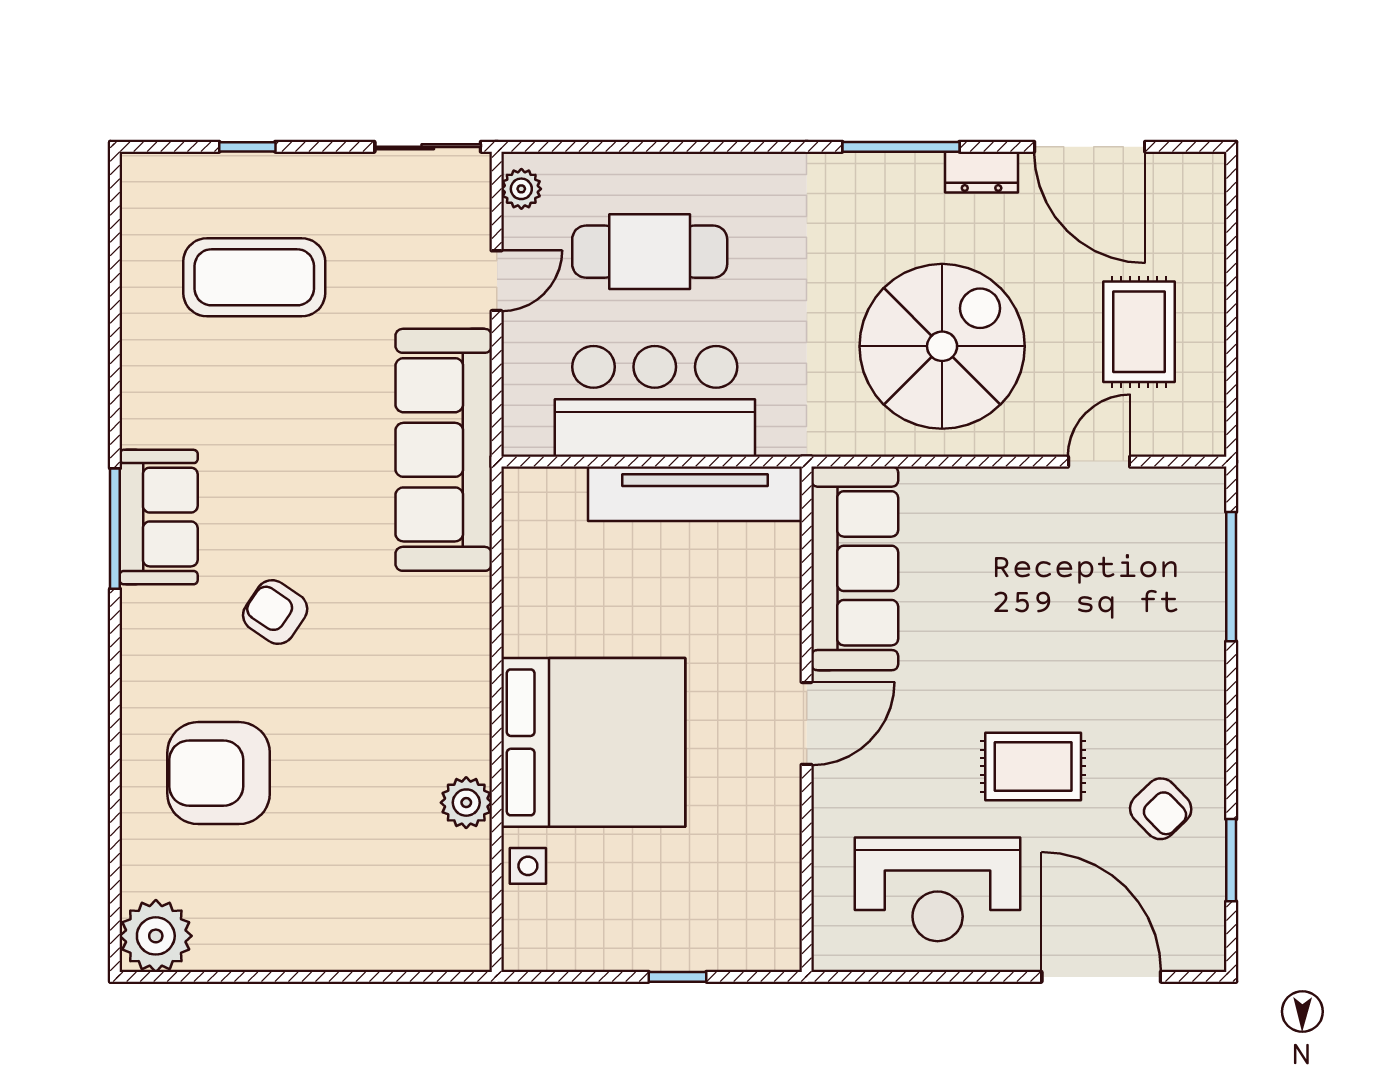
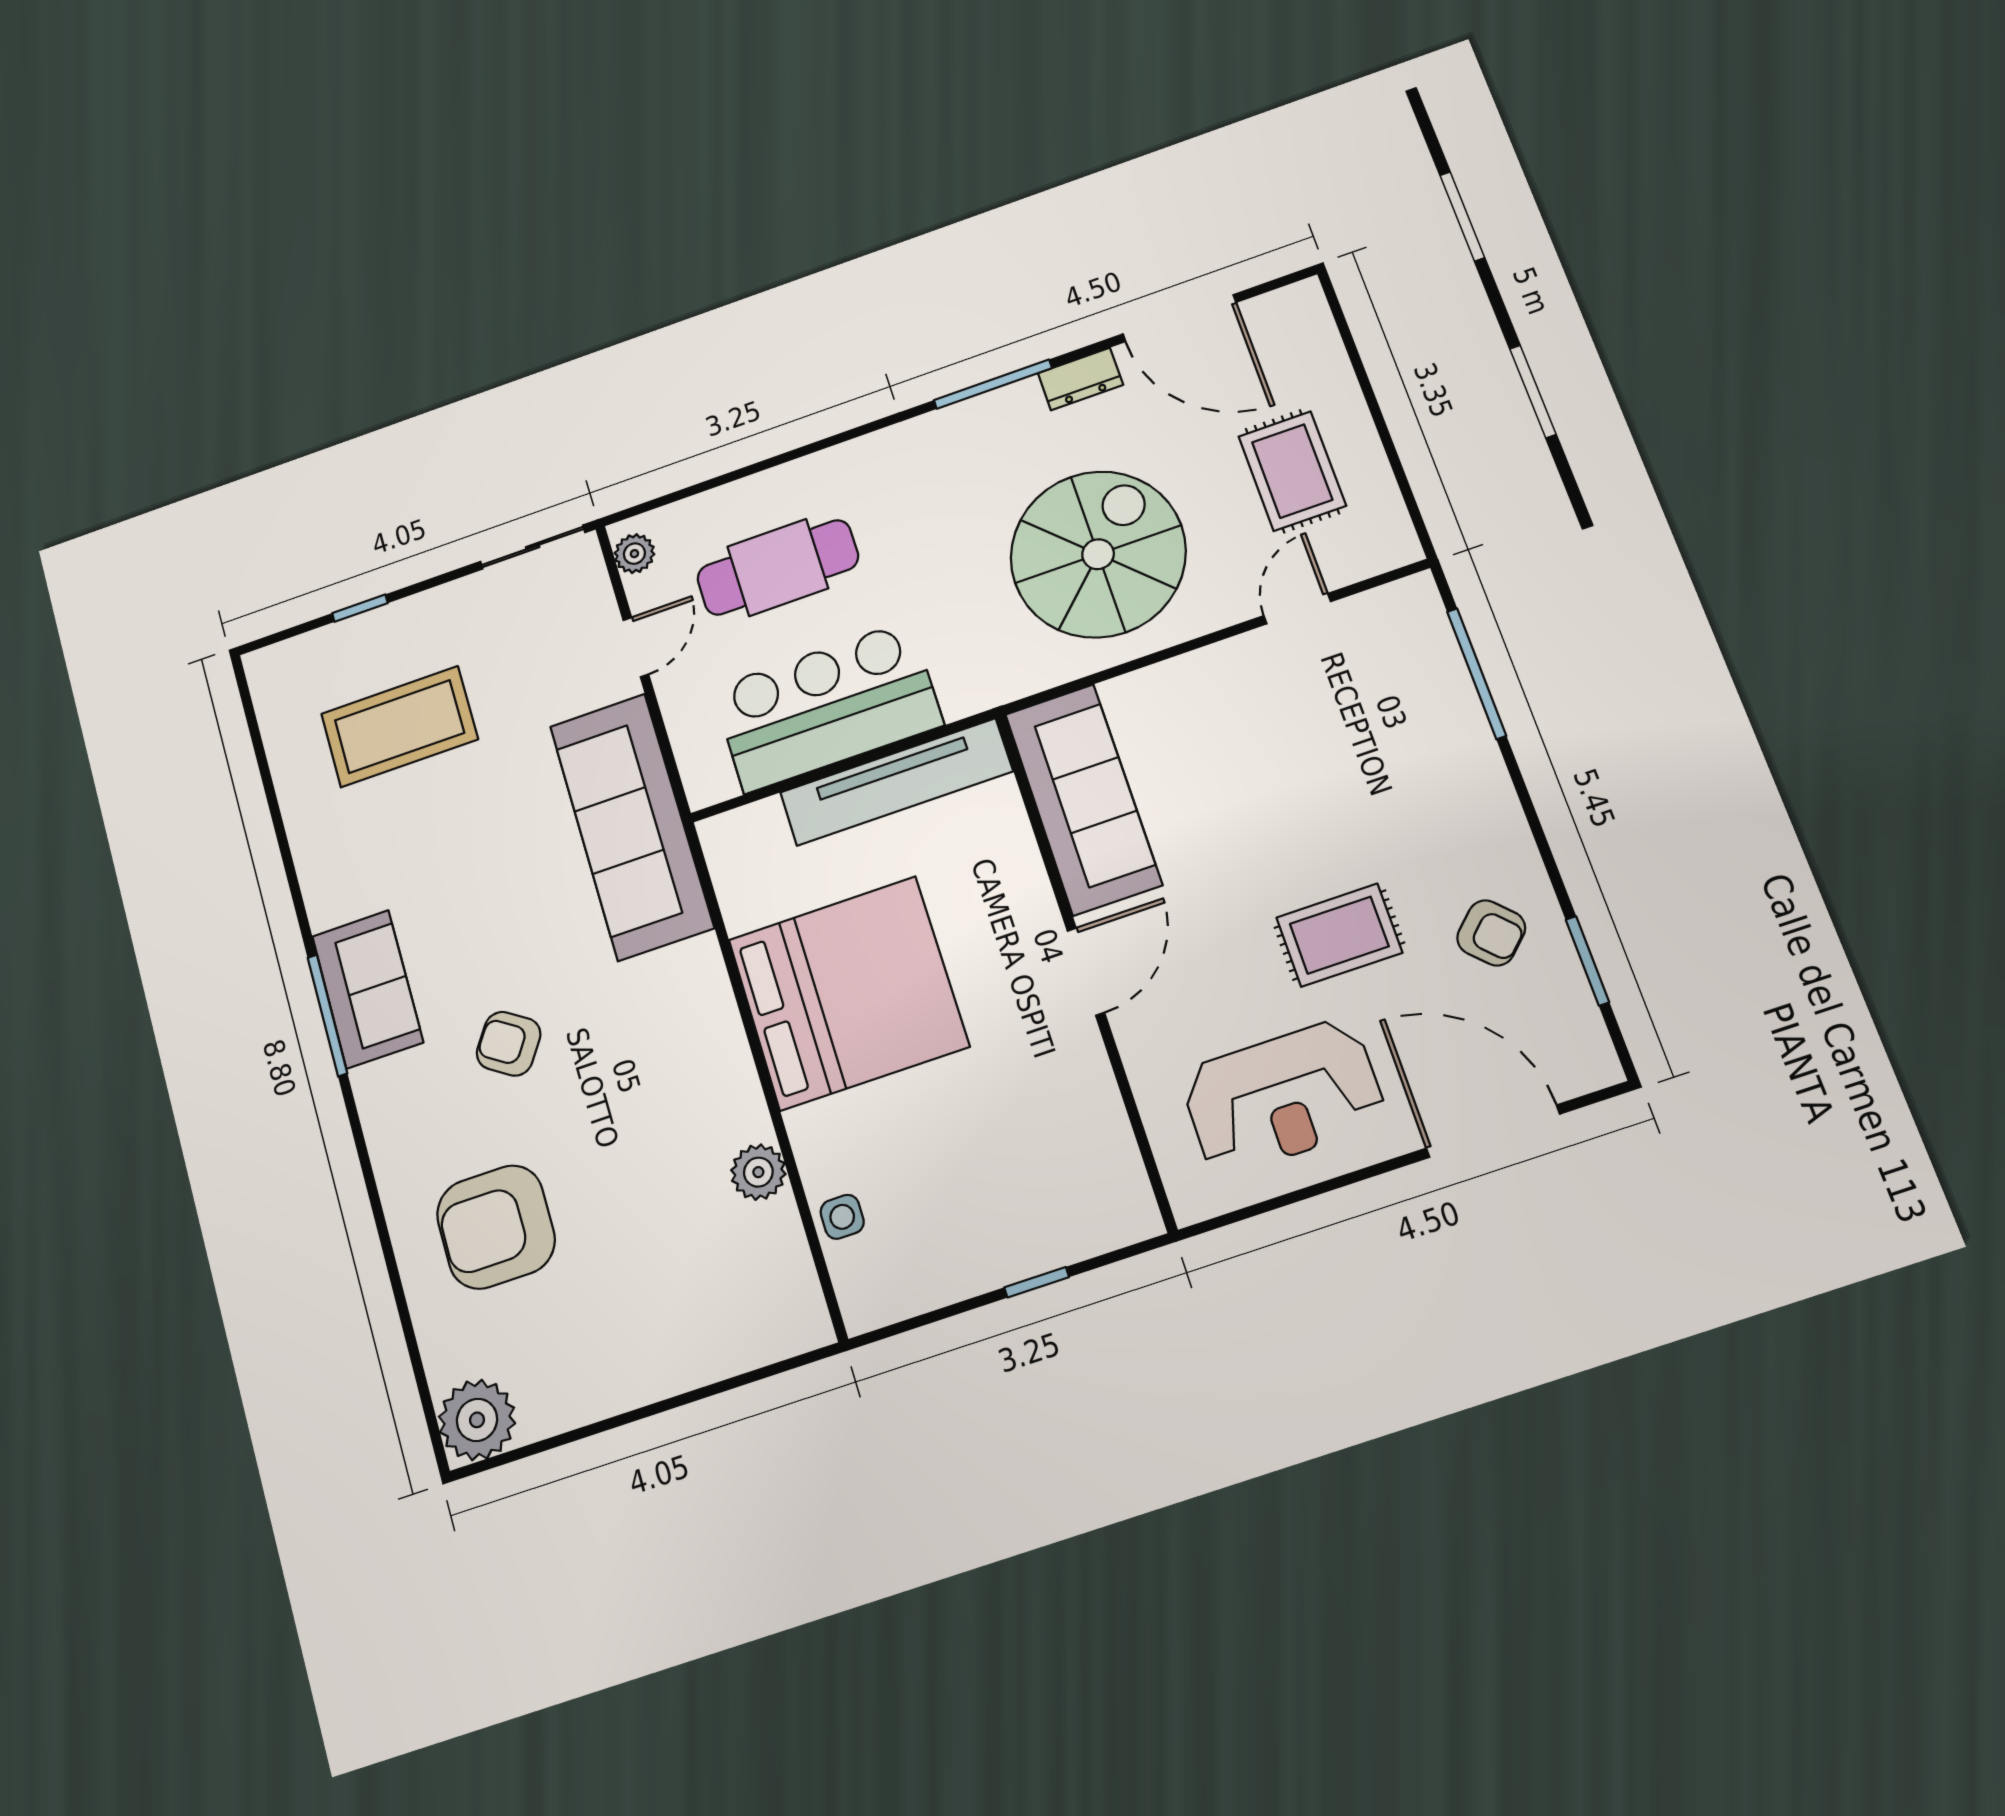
bed: (593, 742) -> (848, 993), moved

